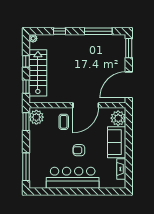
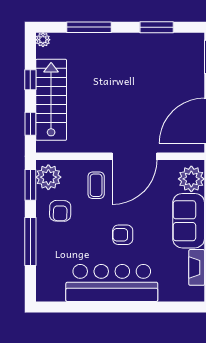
window: (60, 31) -> (89, 27), width x2.17
window: (98, 31) -> (157, 27), width x0.69
armchair: (43, 137) -> (60, 211), added
window: (26, 167) -> (30, 241), moved

